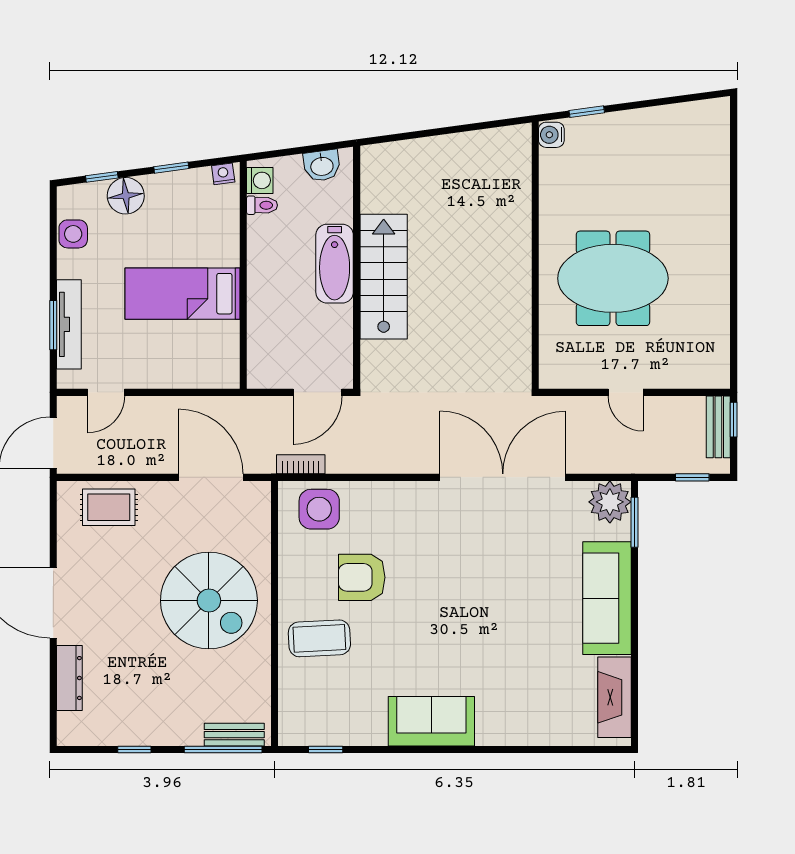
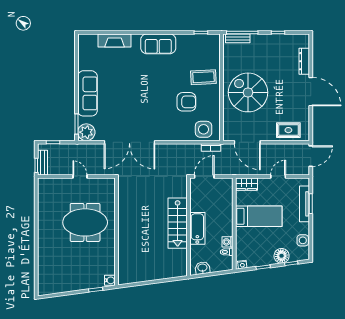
washing machine: (260, 180) -> (227, 242), moved
wardrobe: (213, 373) -> (246, 184), added
door: (106, 392) -> (278, 176), moved
fireplace: (614, 697) -> (115, 40), moved, turned 90

